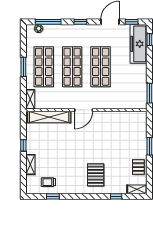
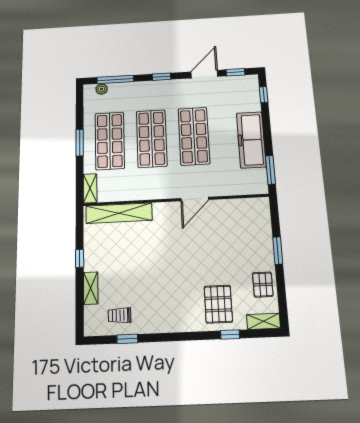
freezer: (139, 44) -> (251, 140), moved
door: (84, 110) -> (195, 199), moved
pallet: (96, 175) -> (218, 304), moved

